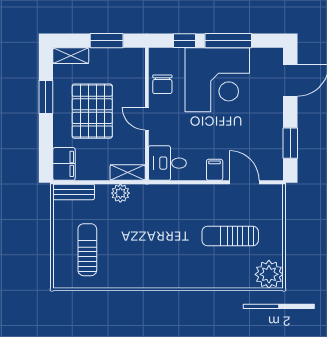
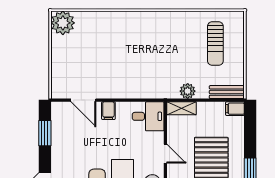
filing cabinet: (64, 164) -> (235, 109), width x0.50
sun lounger: (230, 236) -> (95, 55), removed

